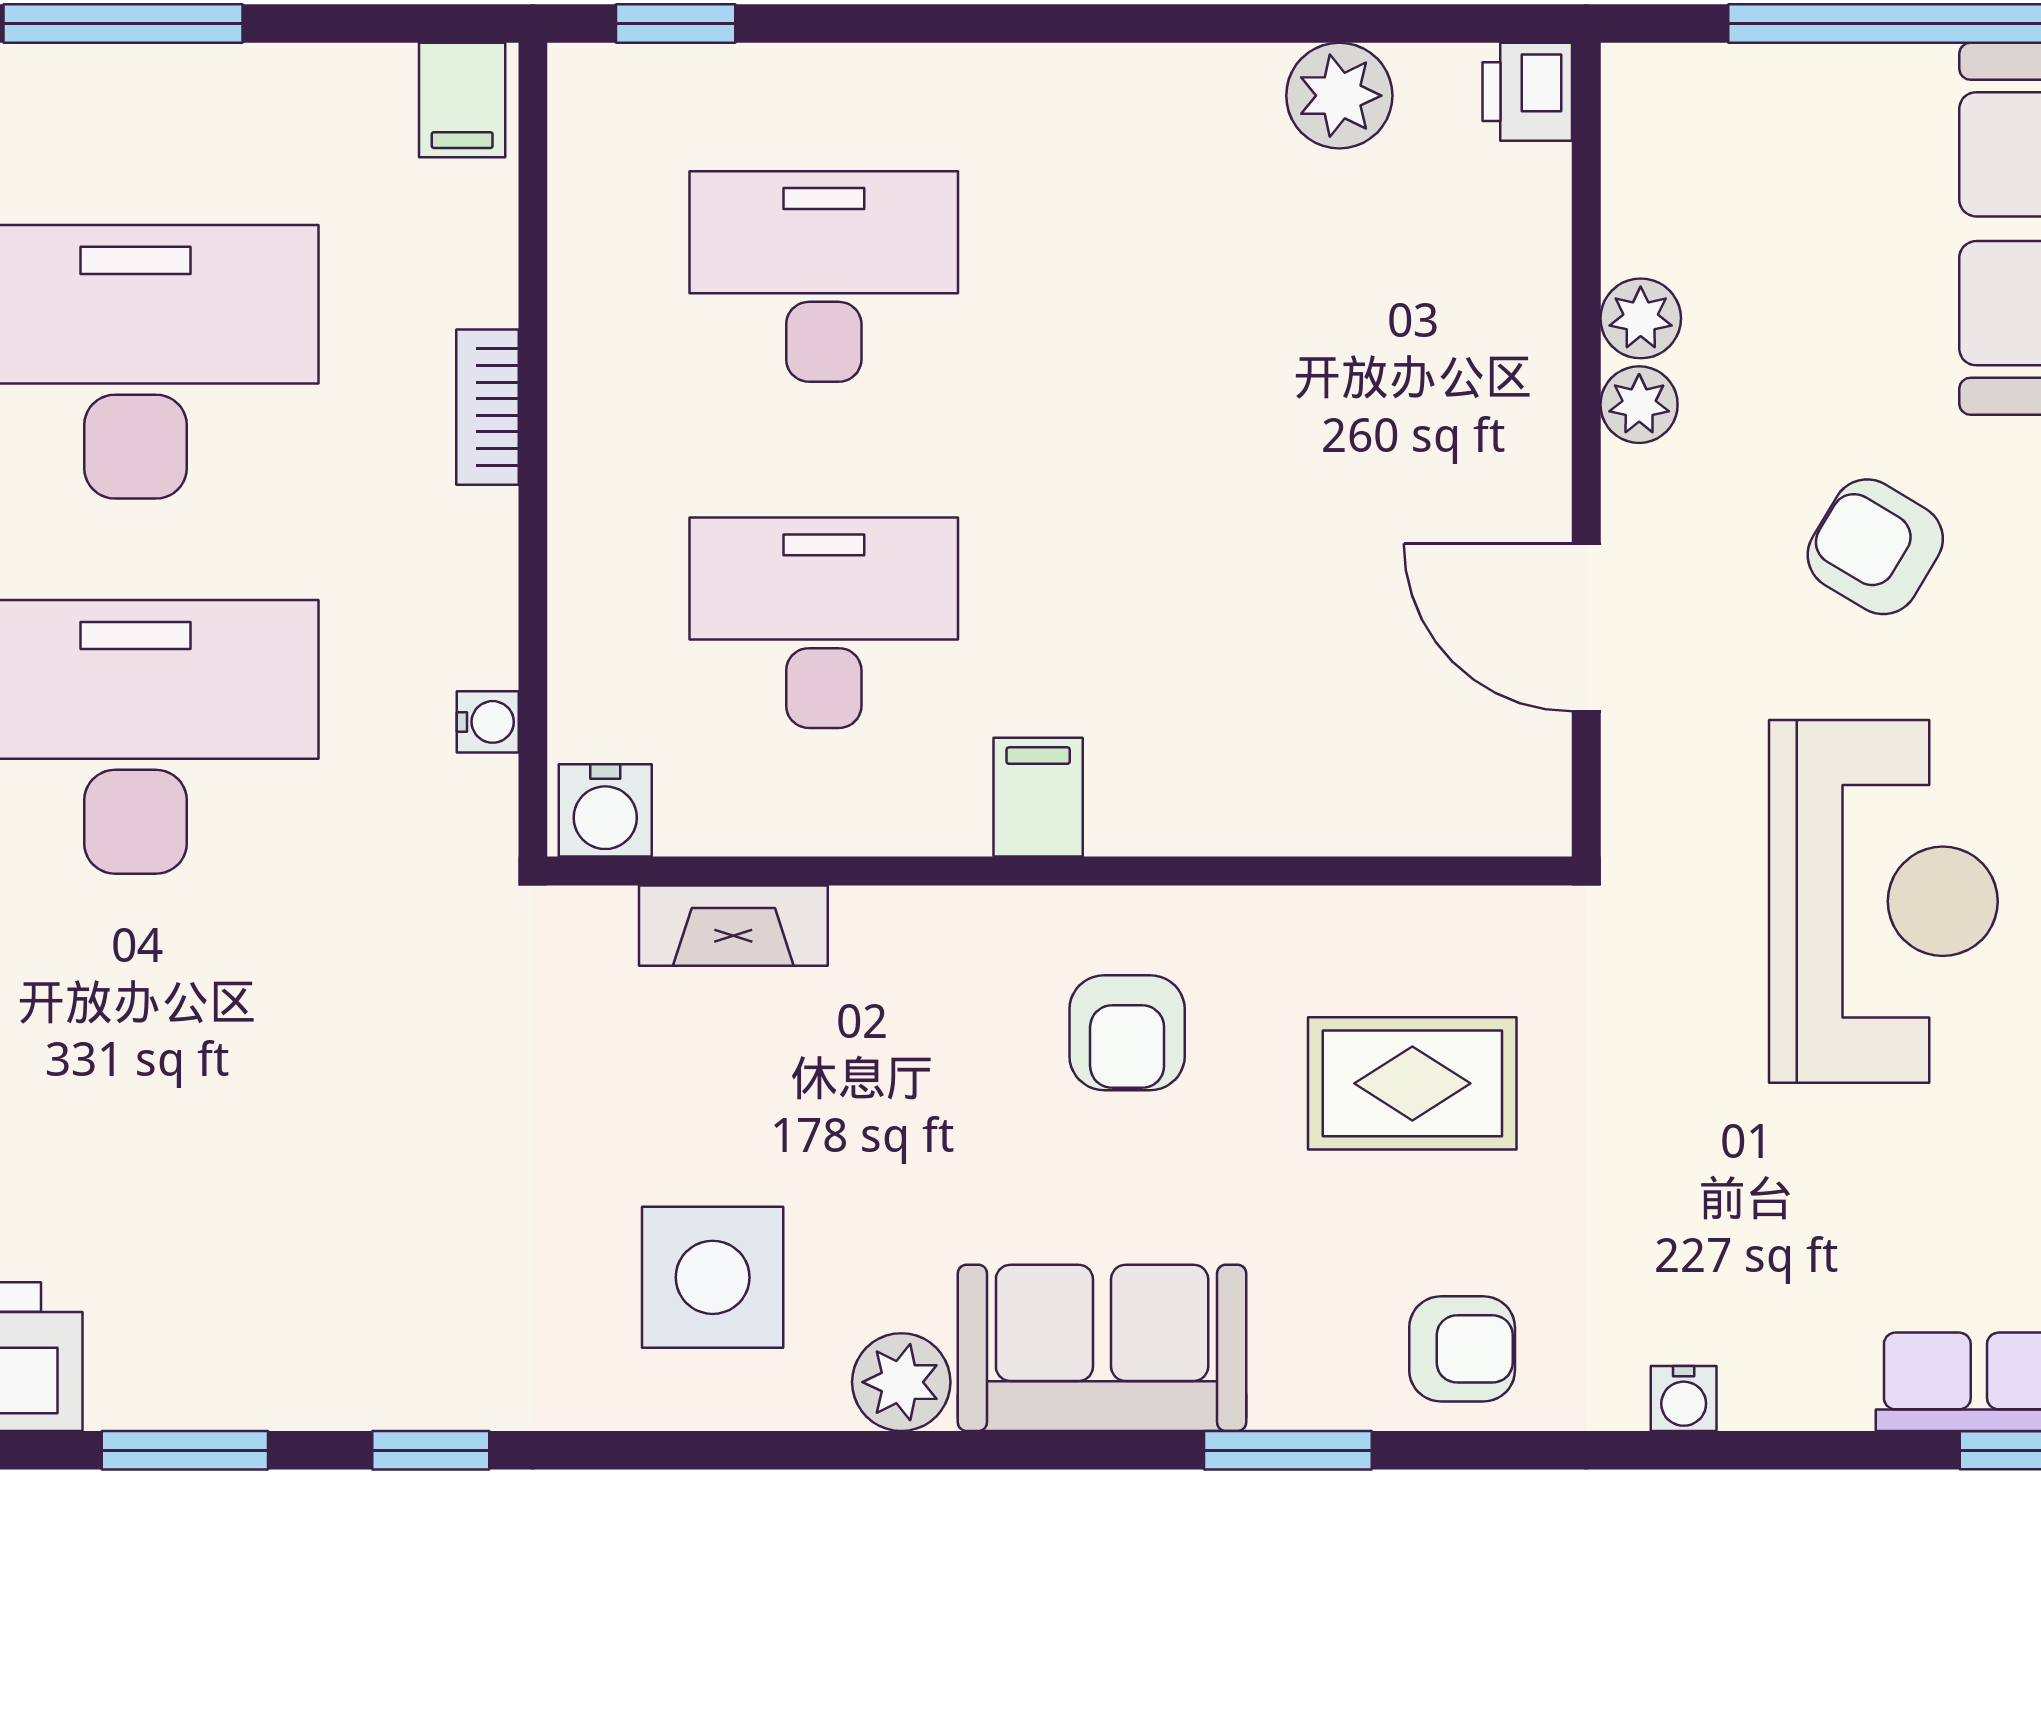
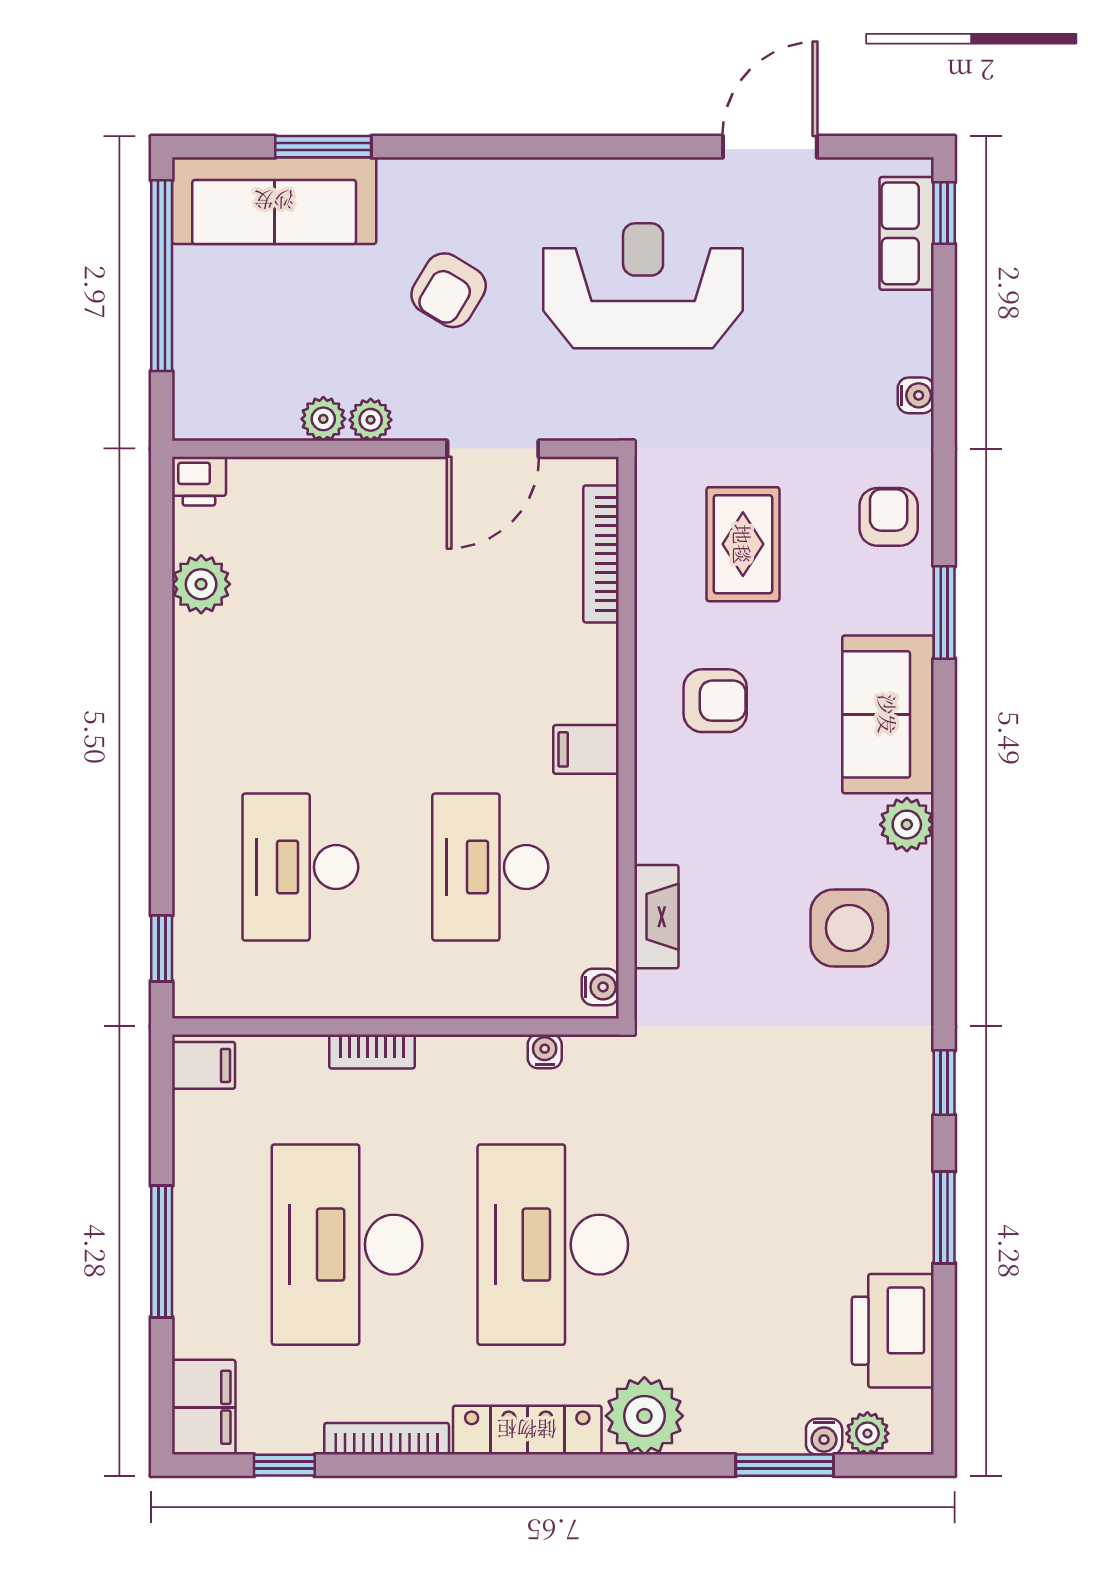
water cooler: (605, 810) -> (600, 987), width x0.72, depth x0.72
bookcase: (1395, 825) -> (601, 554), added

